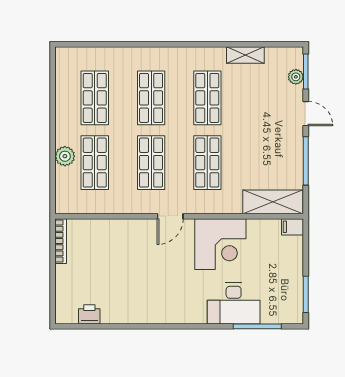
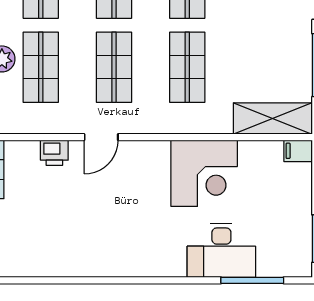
door: (170, 216) -> (101, 137), moved
printer: (89, 314) -> (54, 153), moved, turned 180

